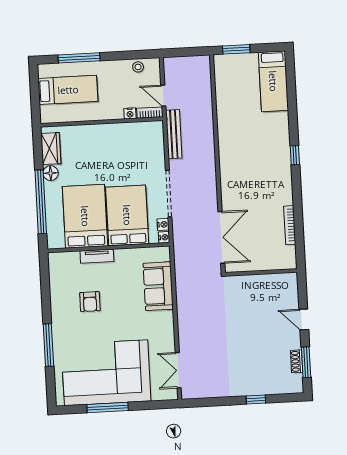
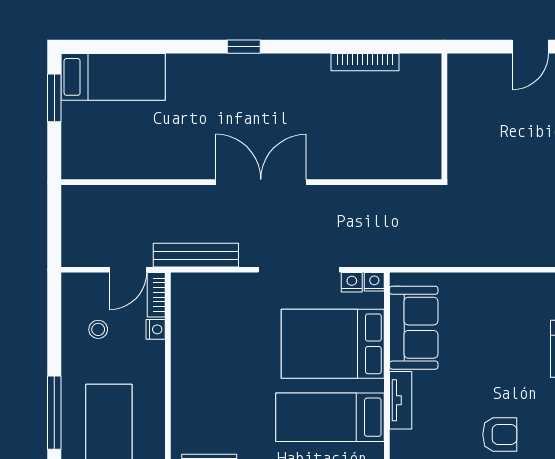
window: (236, 49) -> (54, 98), moved
stool: (138, 67) -> (98, 329), moved
bed: (85, 216) -> (330, 417), width x0.67
double door: (221, 237) -> (261, 182), moved
sofa: (158, 286) -> (414, 328), moved, turned -90
armchair: (90, 302) -> (500, 434), moved

